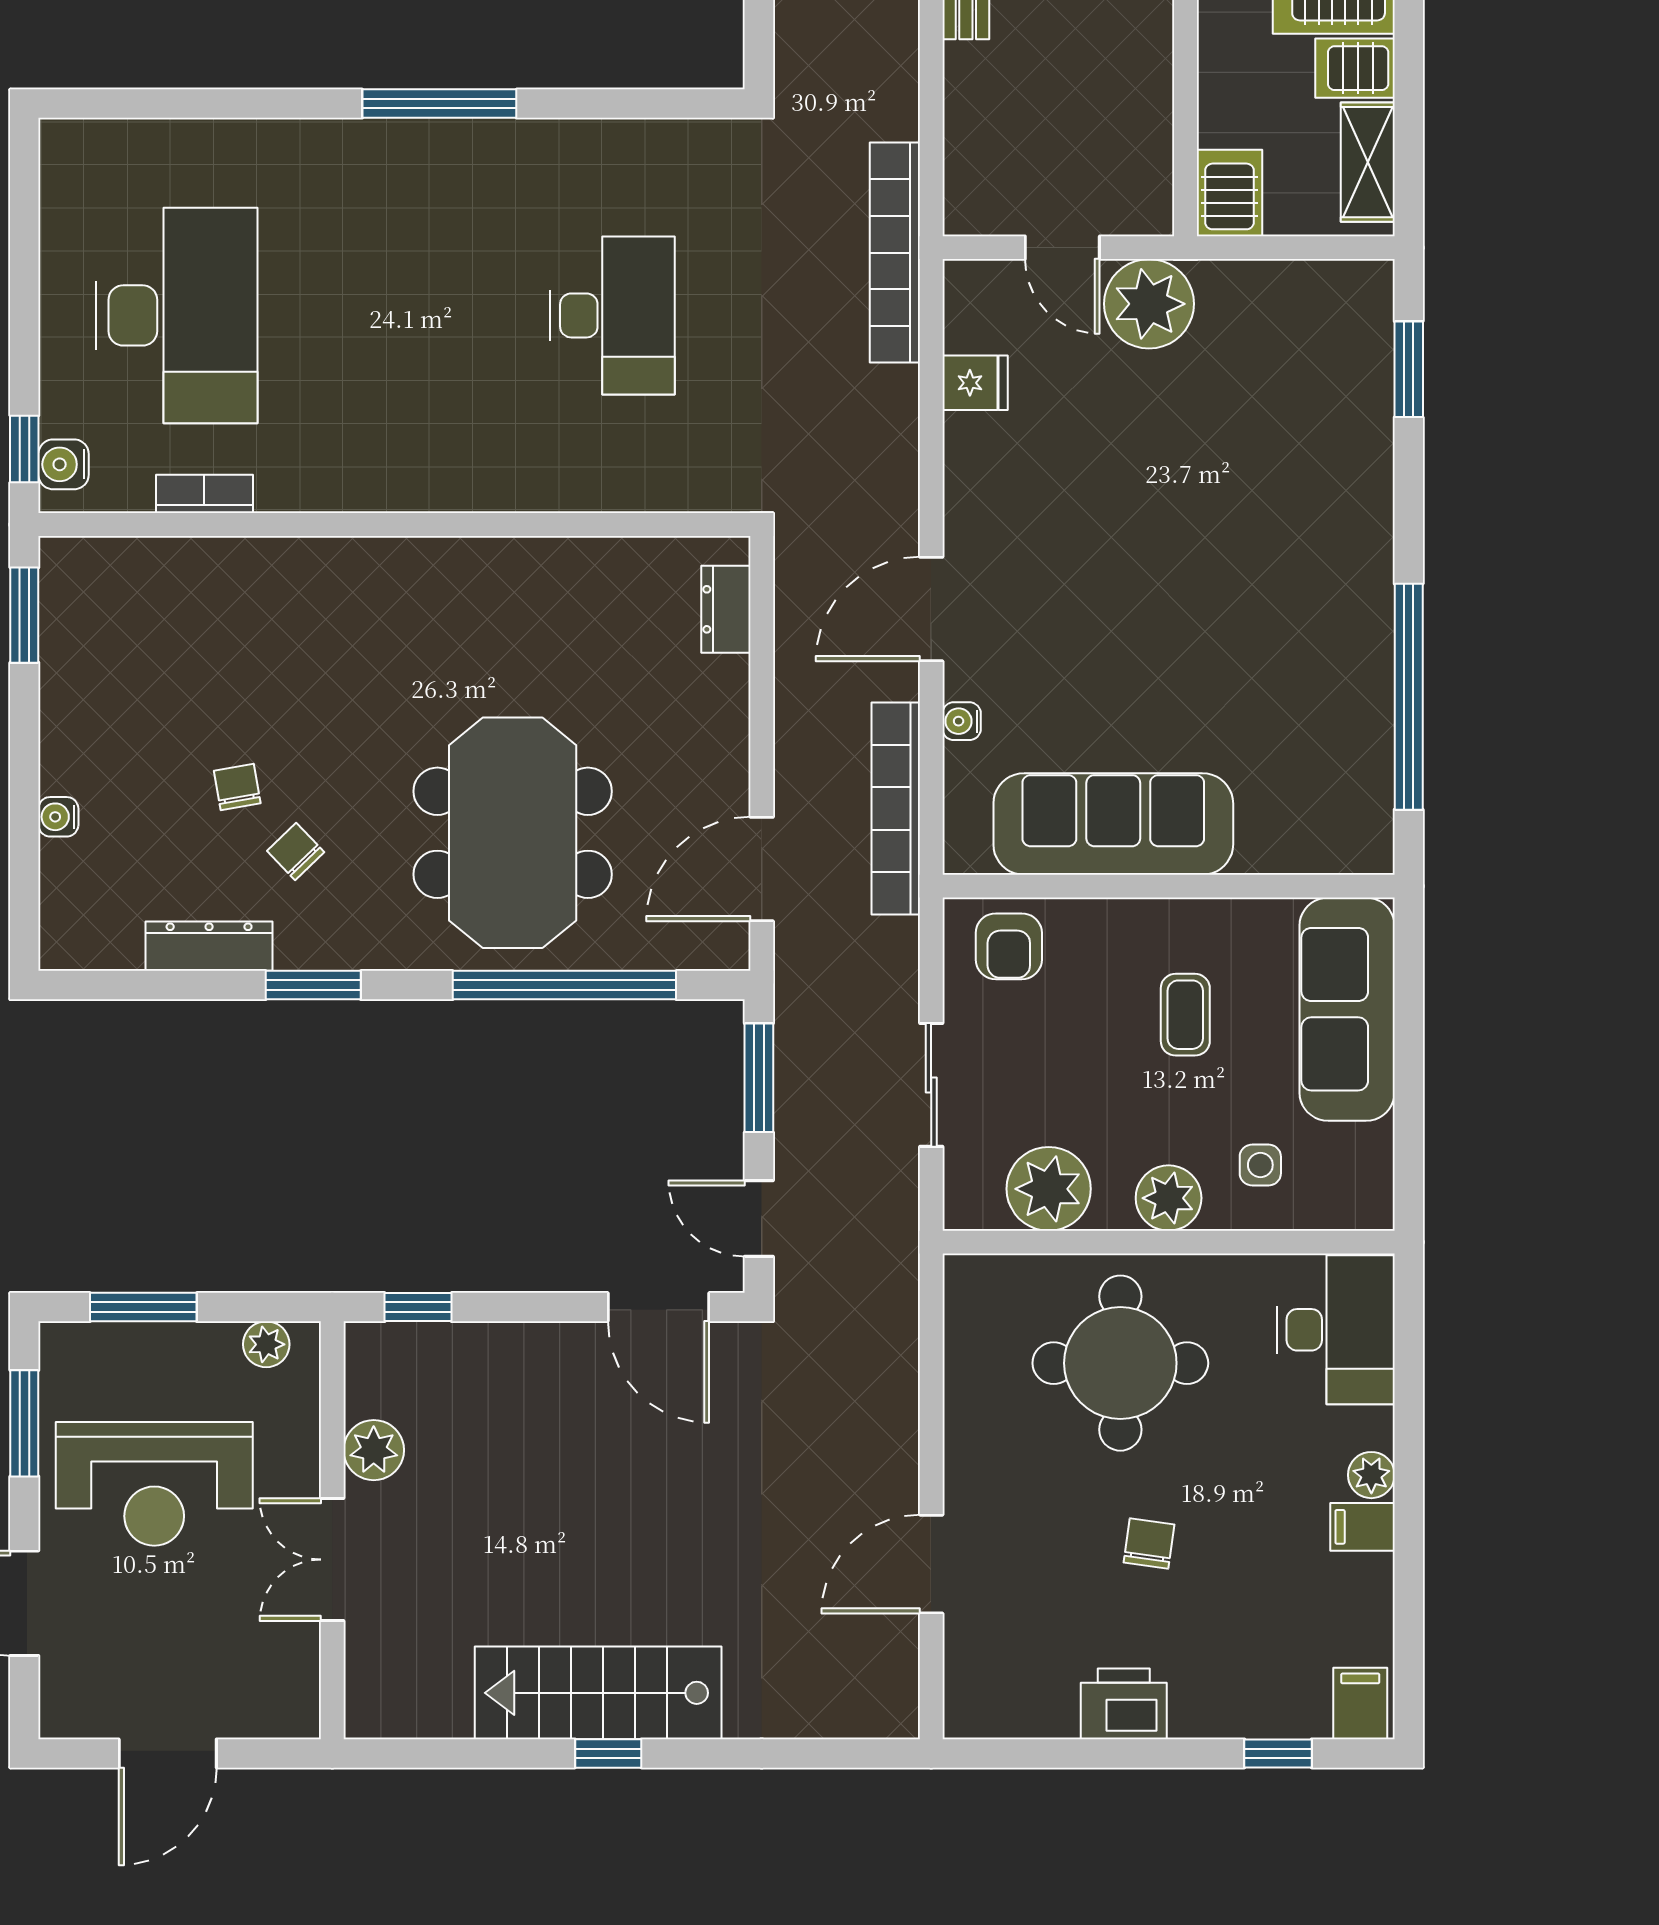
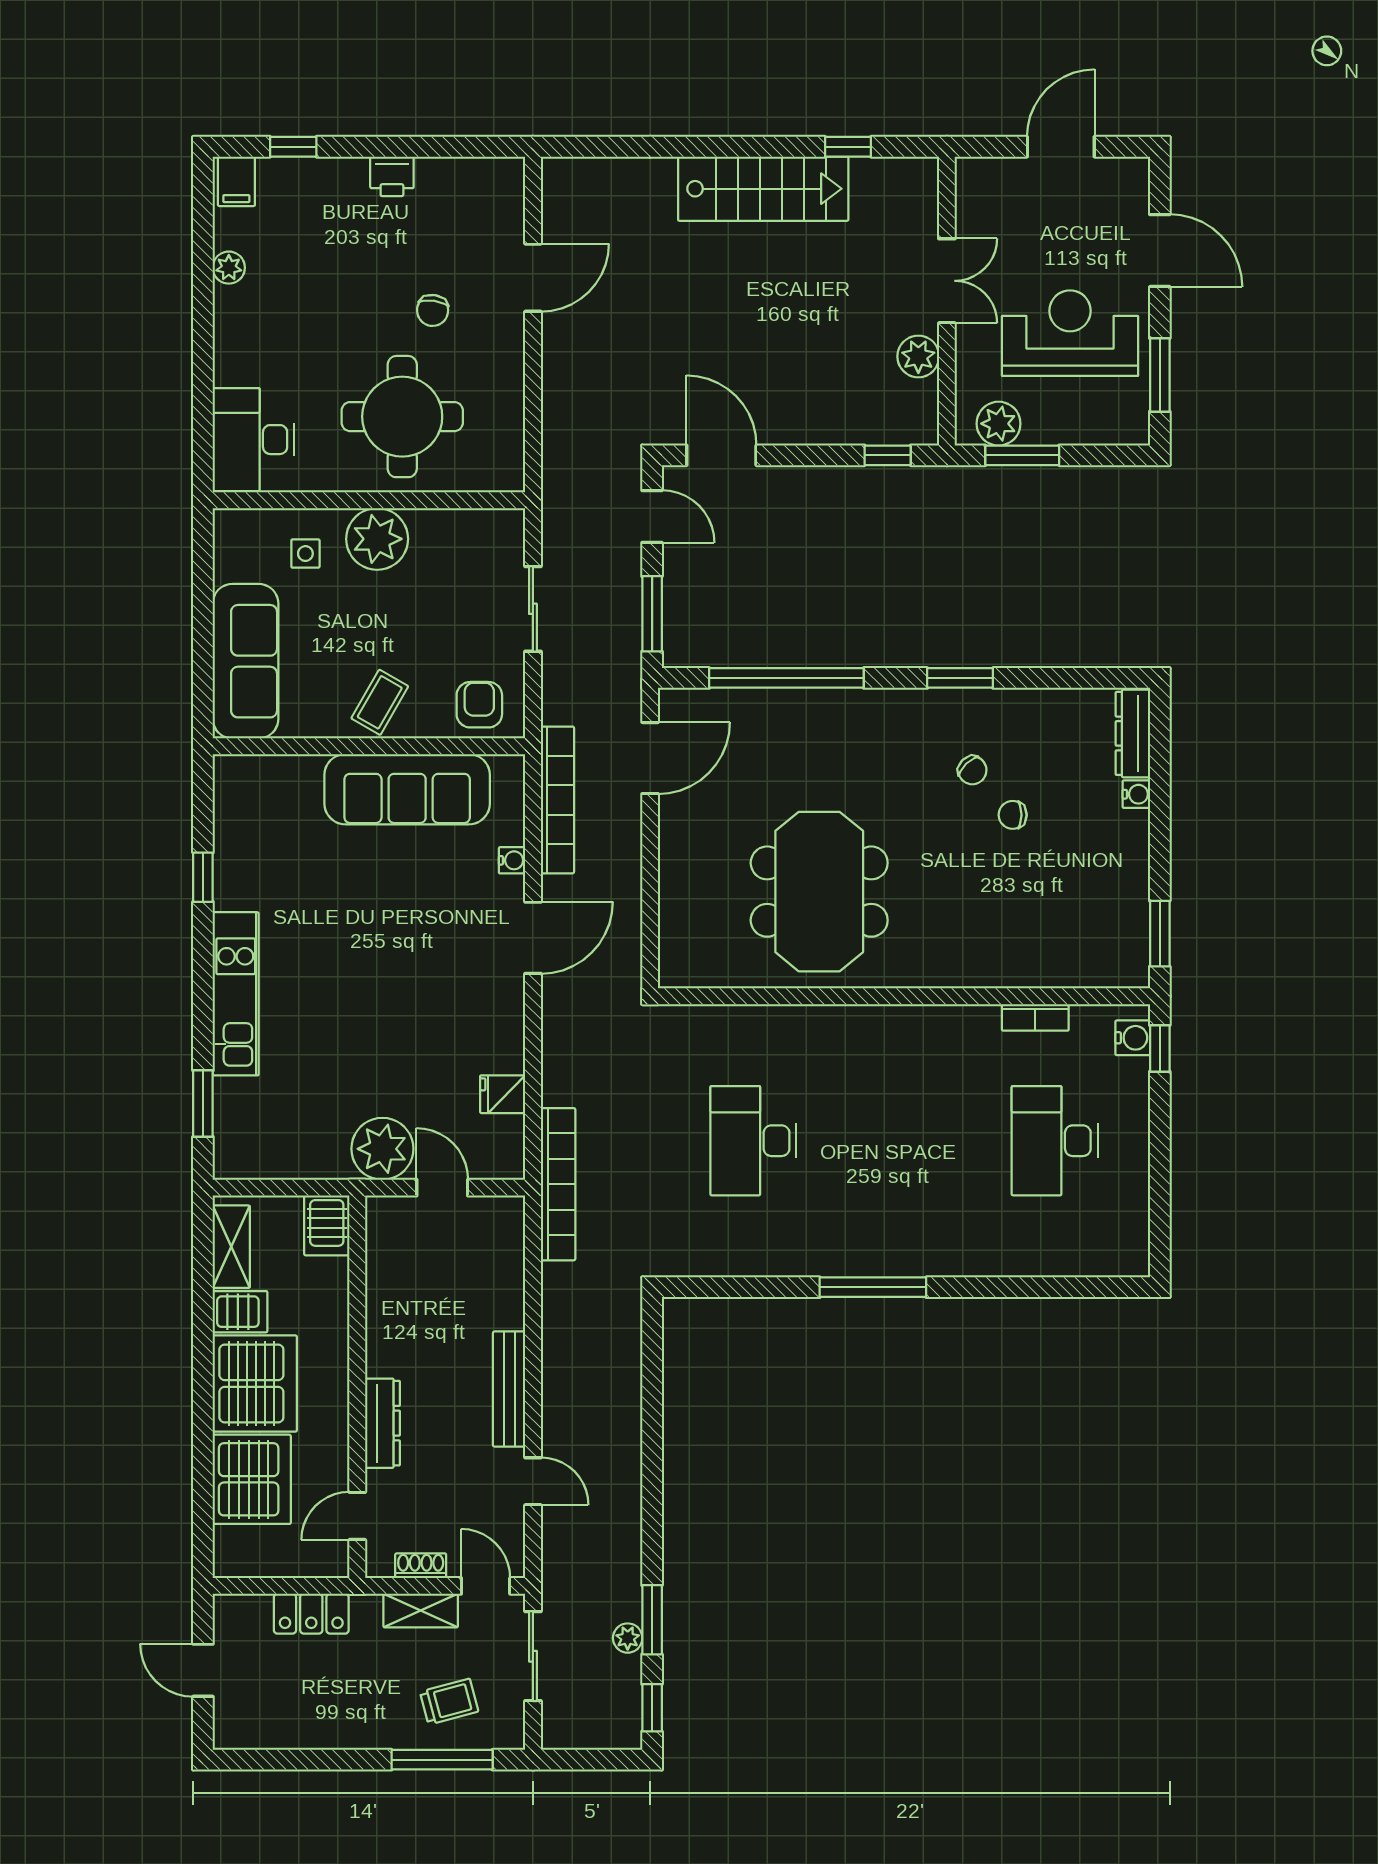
desk: (176, 315) -> (1055, 1141), width x0.73, depth x0.77
kitchen unit: (1361, 528) -> (236, 994), added
dresser: (726, 609) -> (675, 938), removed
window: (1409, 697) -> (203, 877), width x0.32
chair: (237, 787) -> (1013, 815), turned 100
meeting table: (513, 833) -> (819, 892), moved
dresser: (209, 946) -> (1133, 733), moved, turned 90
coffee table: (1185, 1015) -> (380, 702), moved, turned 30
plant: (1049, 1189) -> (452, 537), removed
plant: (1169, 1198) -> (377, 539), width x1.36, depth x1.36
window: (143, 1307) -> (1022, 455), moved
plant: (266, 1344) -> (999, 424), width x1.38, depth x1.38
plant: (1371, 1475) -> (229, 268), moved
filing cabinet: (1362, 1527) -> (235, 303), removed
chair: (1149, 1544) -> (433, 310), moved
printer: (1124, 1704) -> (392, 176), width x0.73, depth x0.81
window: (608, 1753) -> (848, 147), moved

